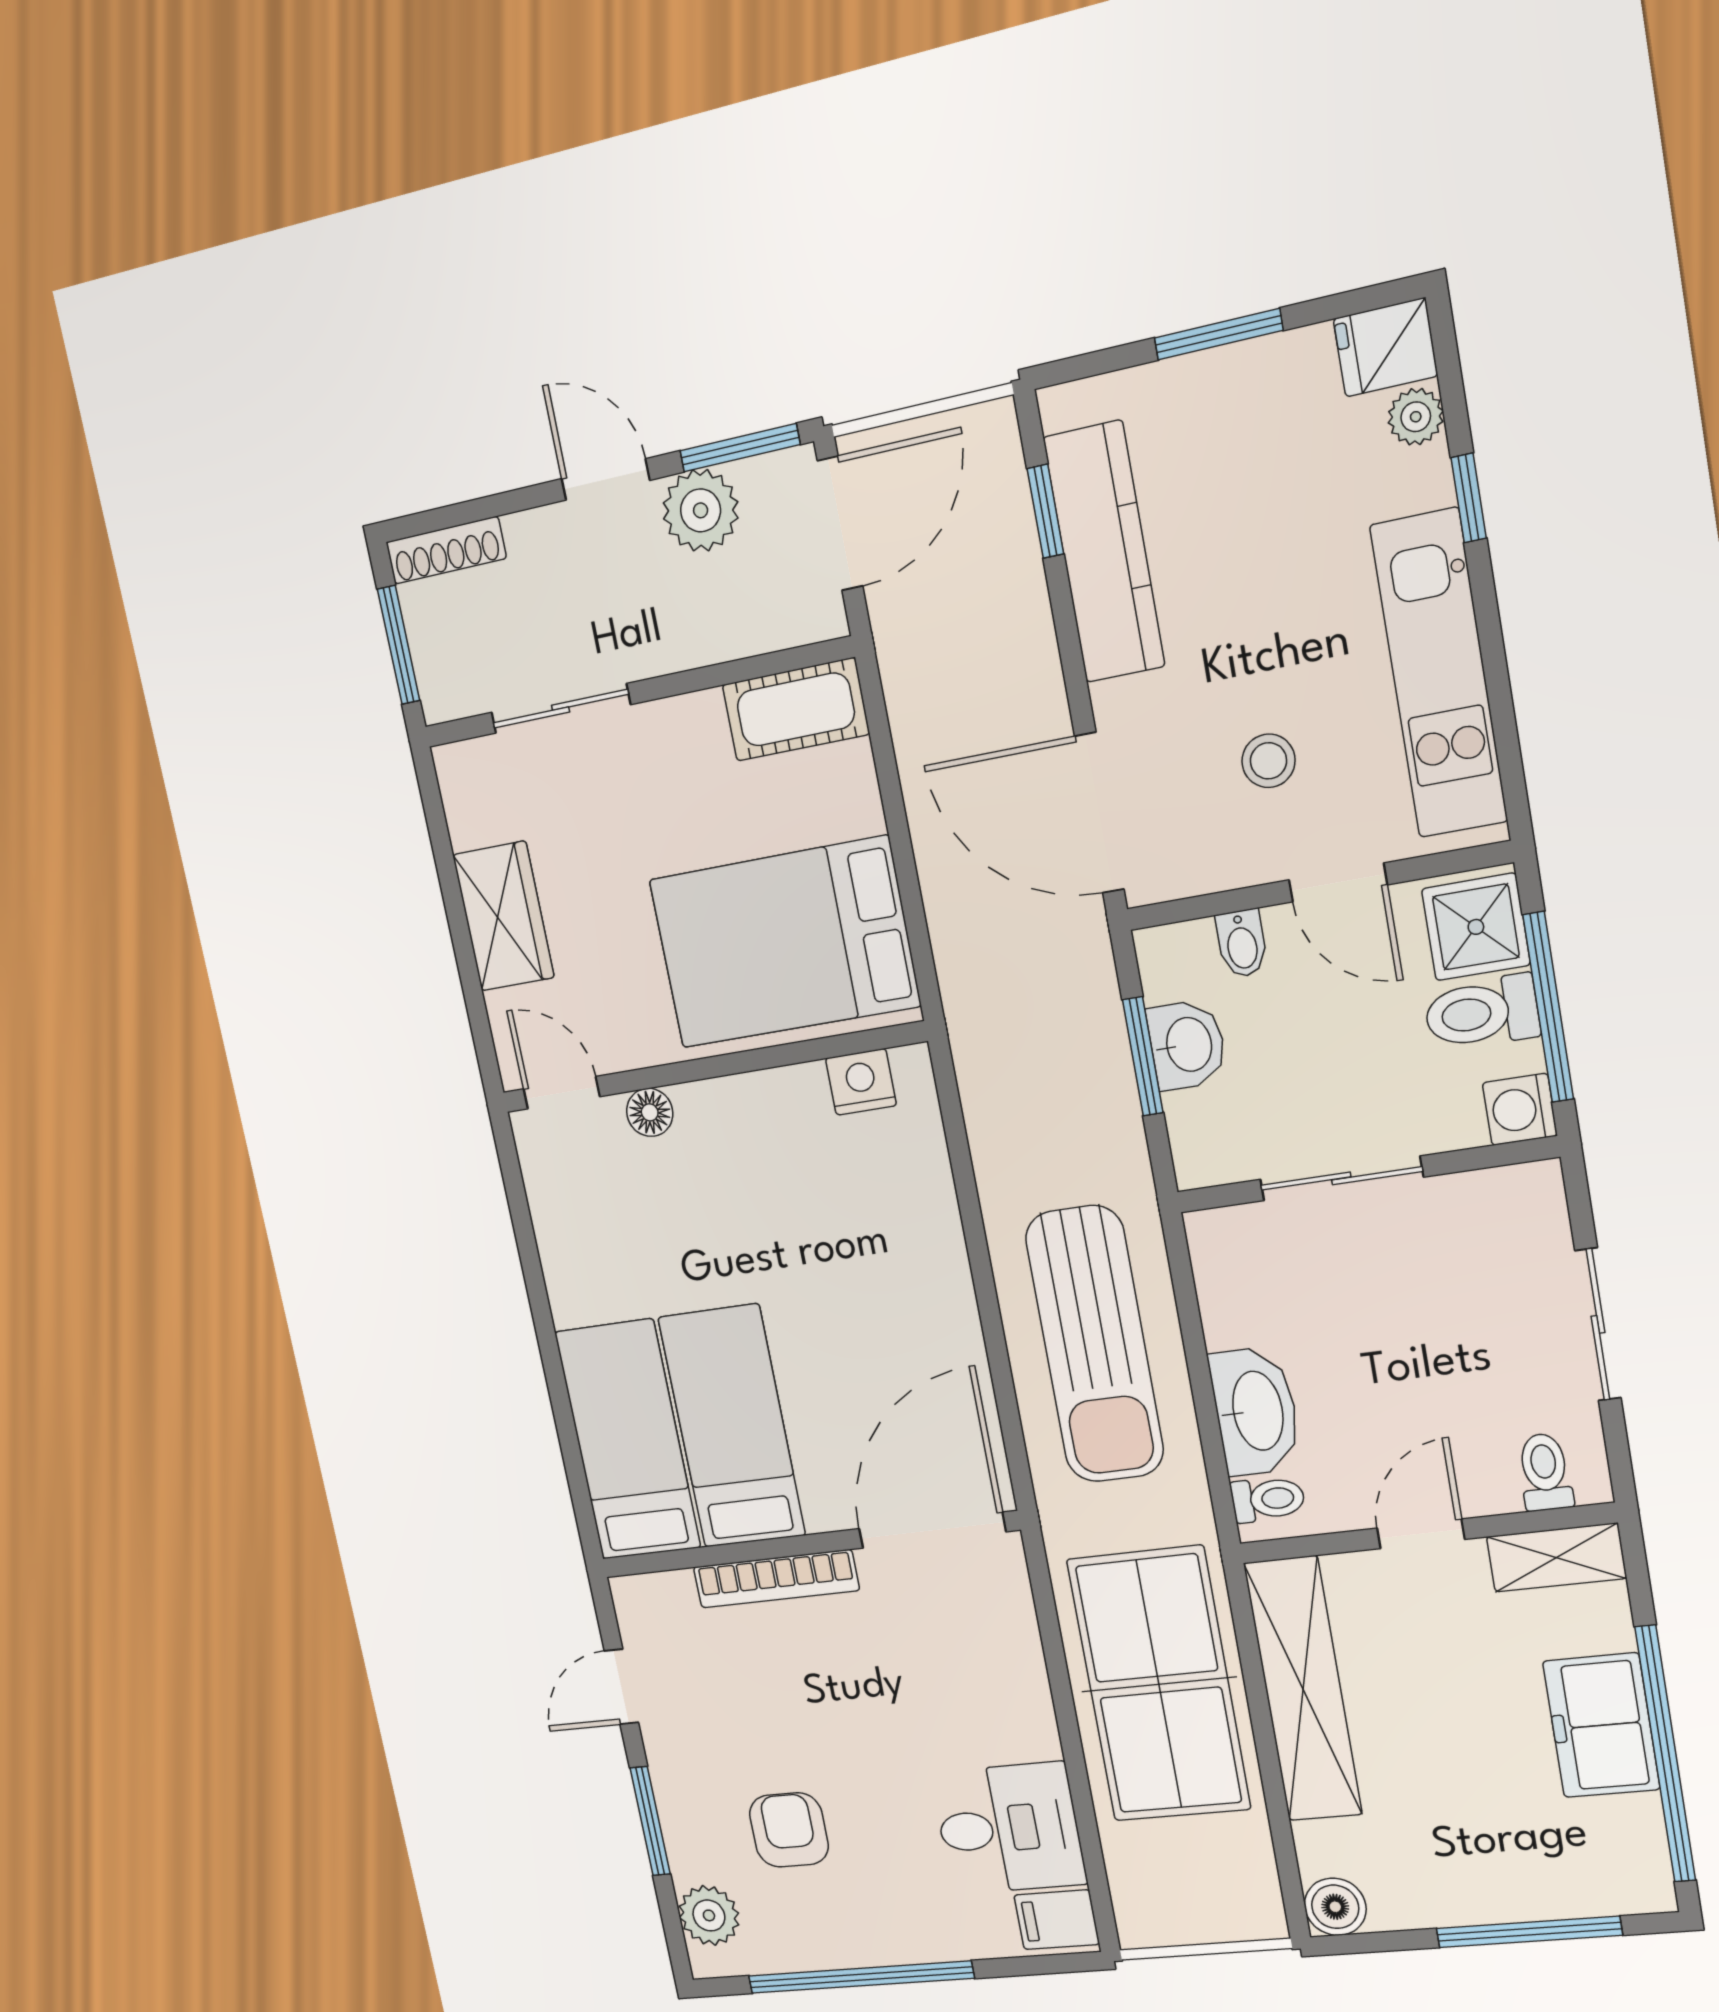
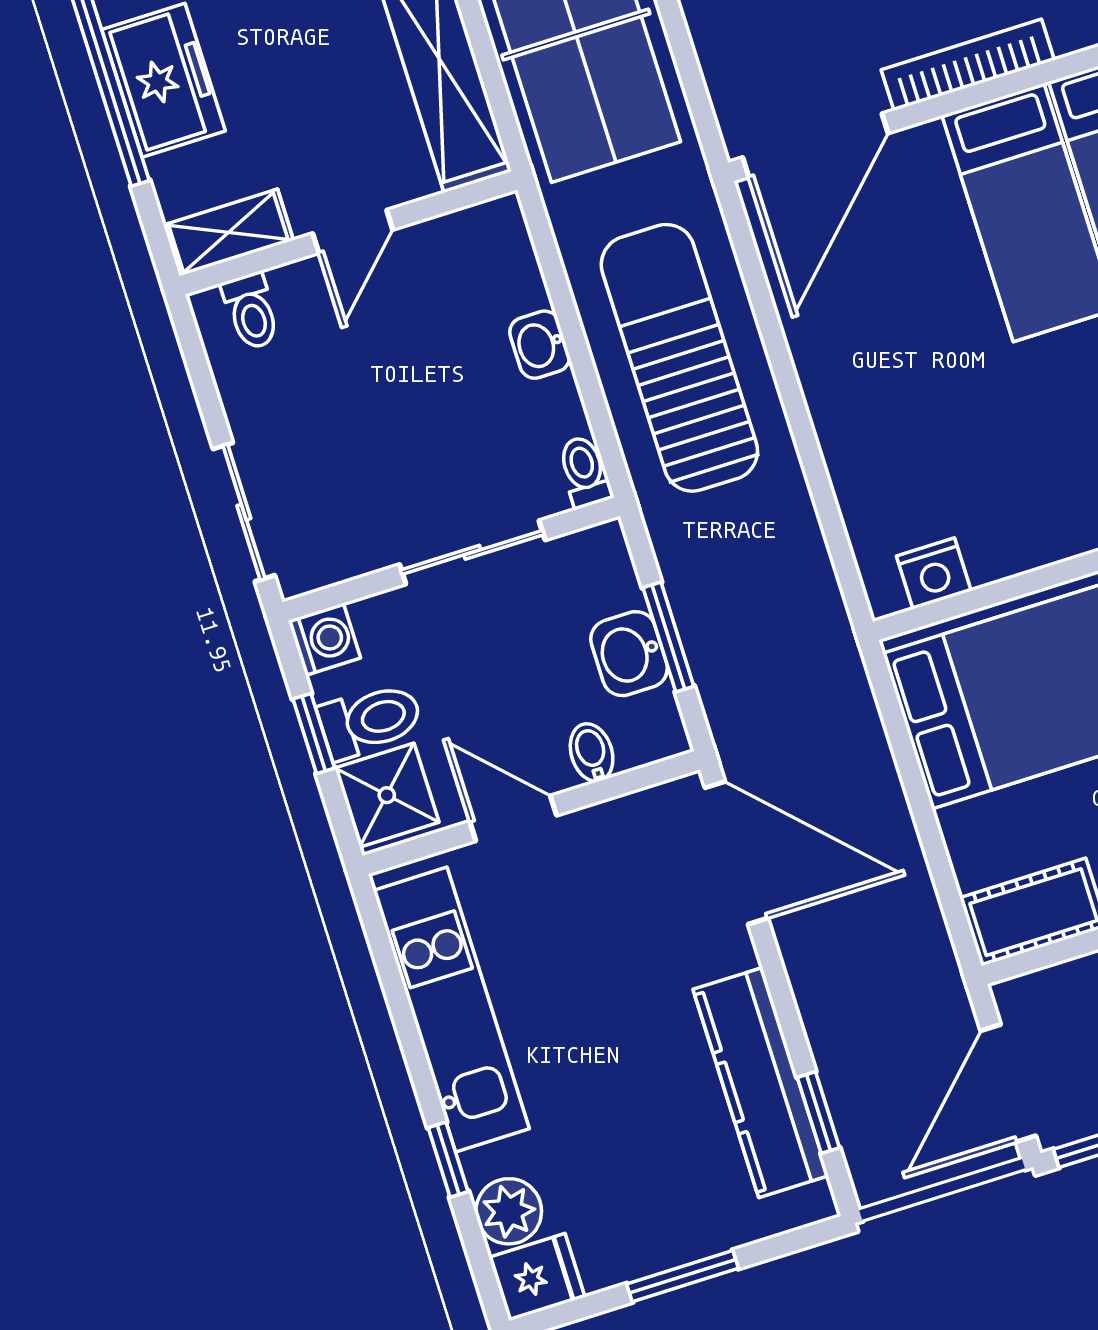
plant: (1416, 417) -> (509, 1211), width x1.38, depth x1.38
stool: (1268, 761) -> (589, 917), removed
window: (1548, 1007) -> (314, 734), width x0.46
sliding door: (1598, 1324) -> (244, 512), moved
washbasin: (1256, 1411) -> (540, 345), width x0.52, depth x0.69
toilet: (1268, 1499) -> (585, 472), moved, turned 90

